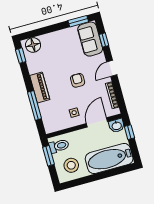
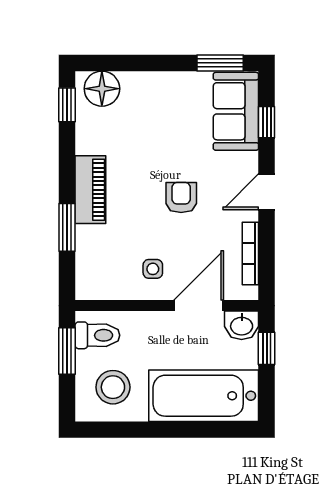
window: (34, 105) -> (67, 227), width x0.69

